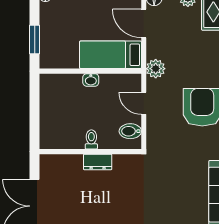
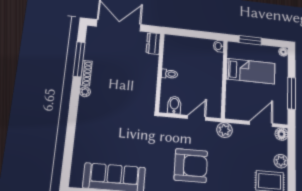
bed: (111, 55) -> (251, 71), moved, turned 90
washbasin: (91, 80) -> (219, 46), moved
dresser: (98, 162) -> (153, 43), moved

